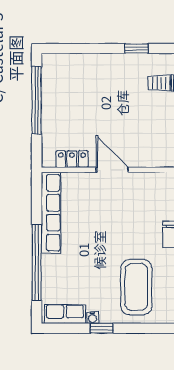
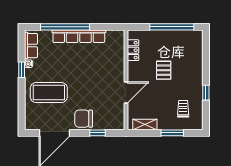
pallet: (102, 113) -> (164, 70), added
door: (112, 170) -> (126, 93), moved
row of seats: (51, 213) -> (79, 36), moved

